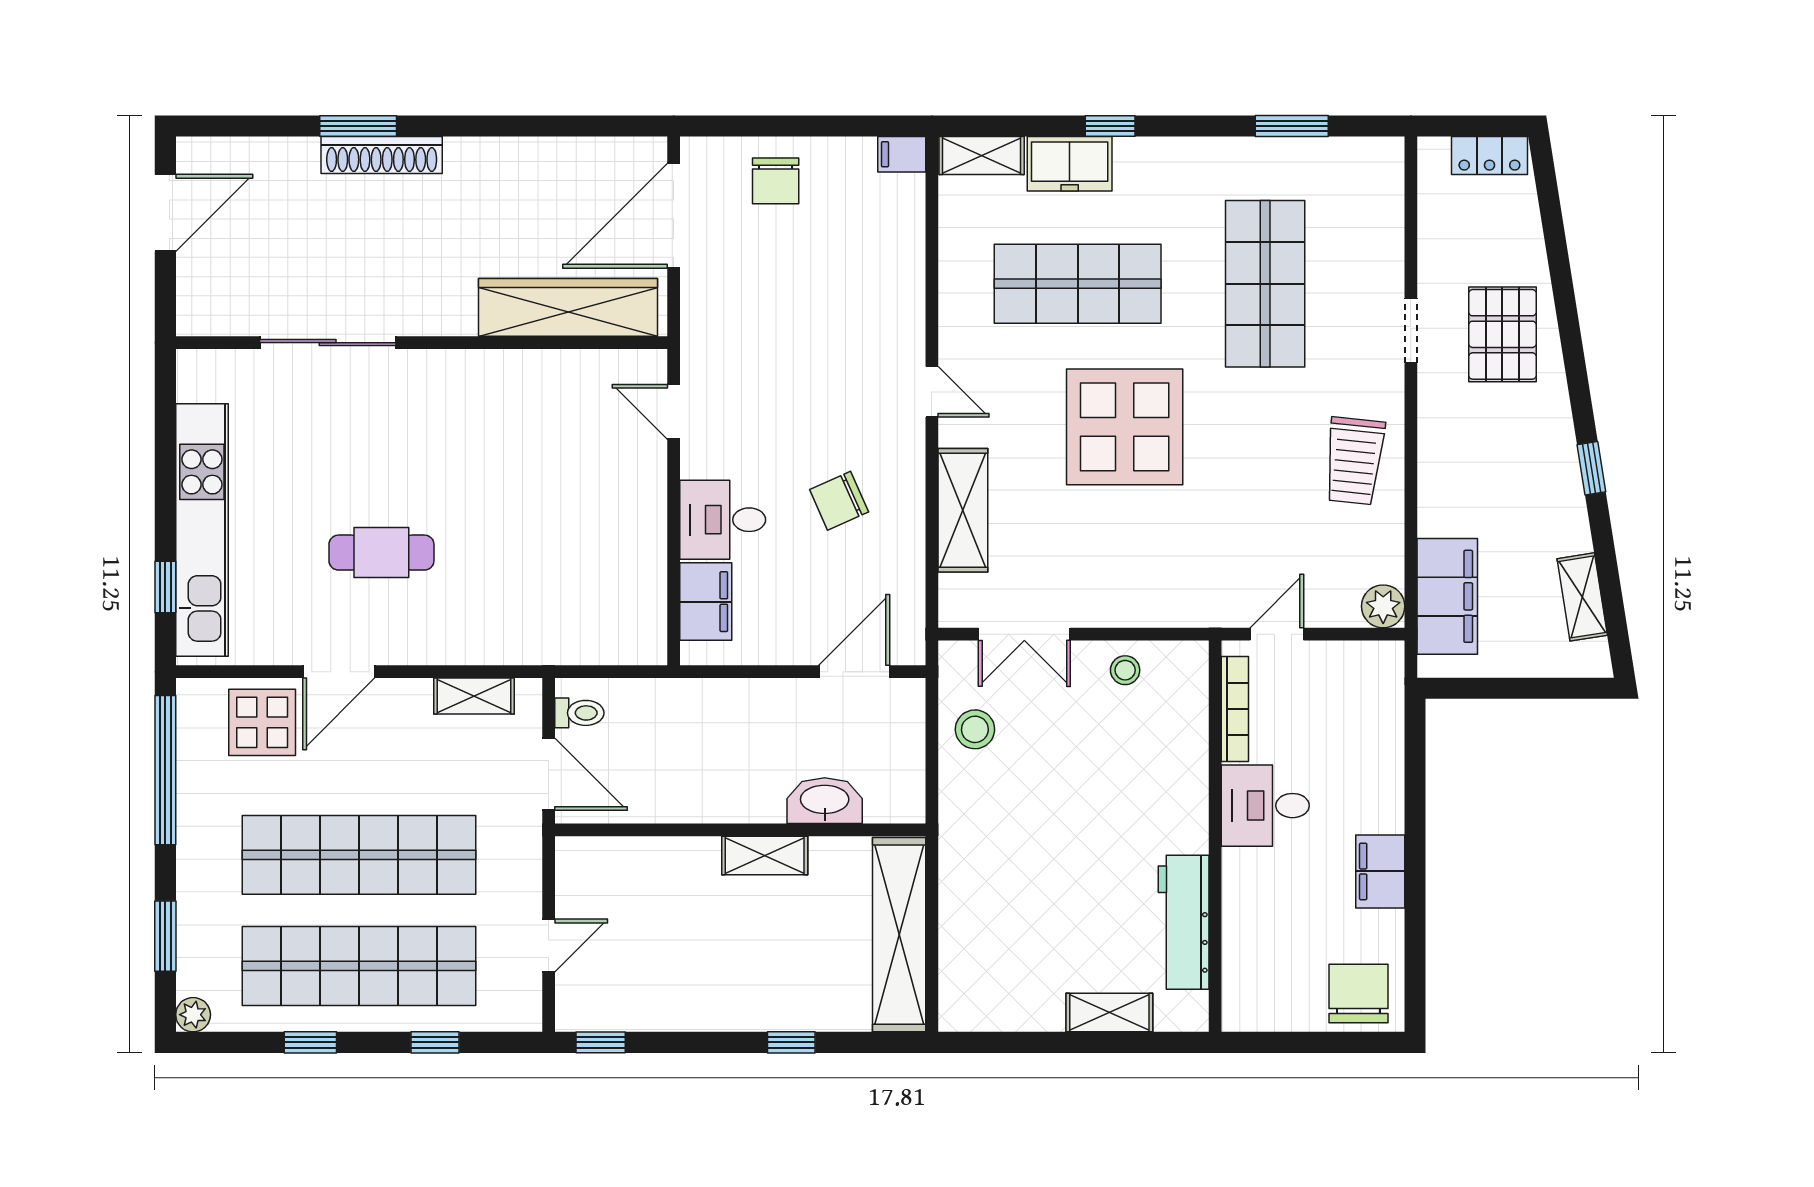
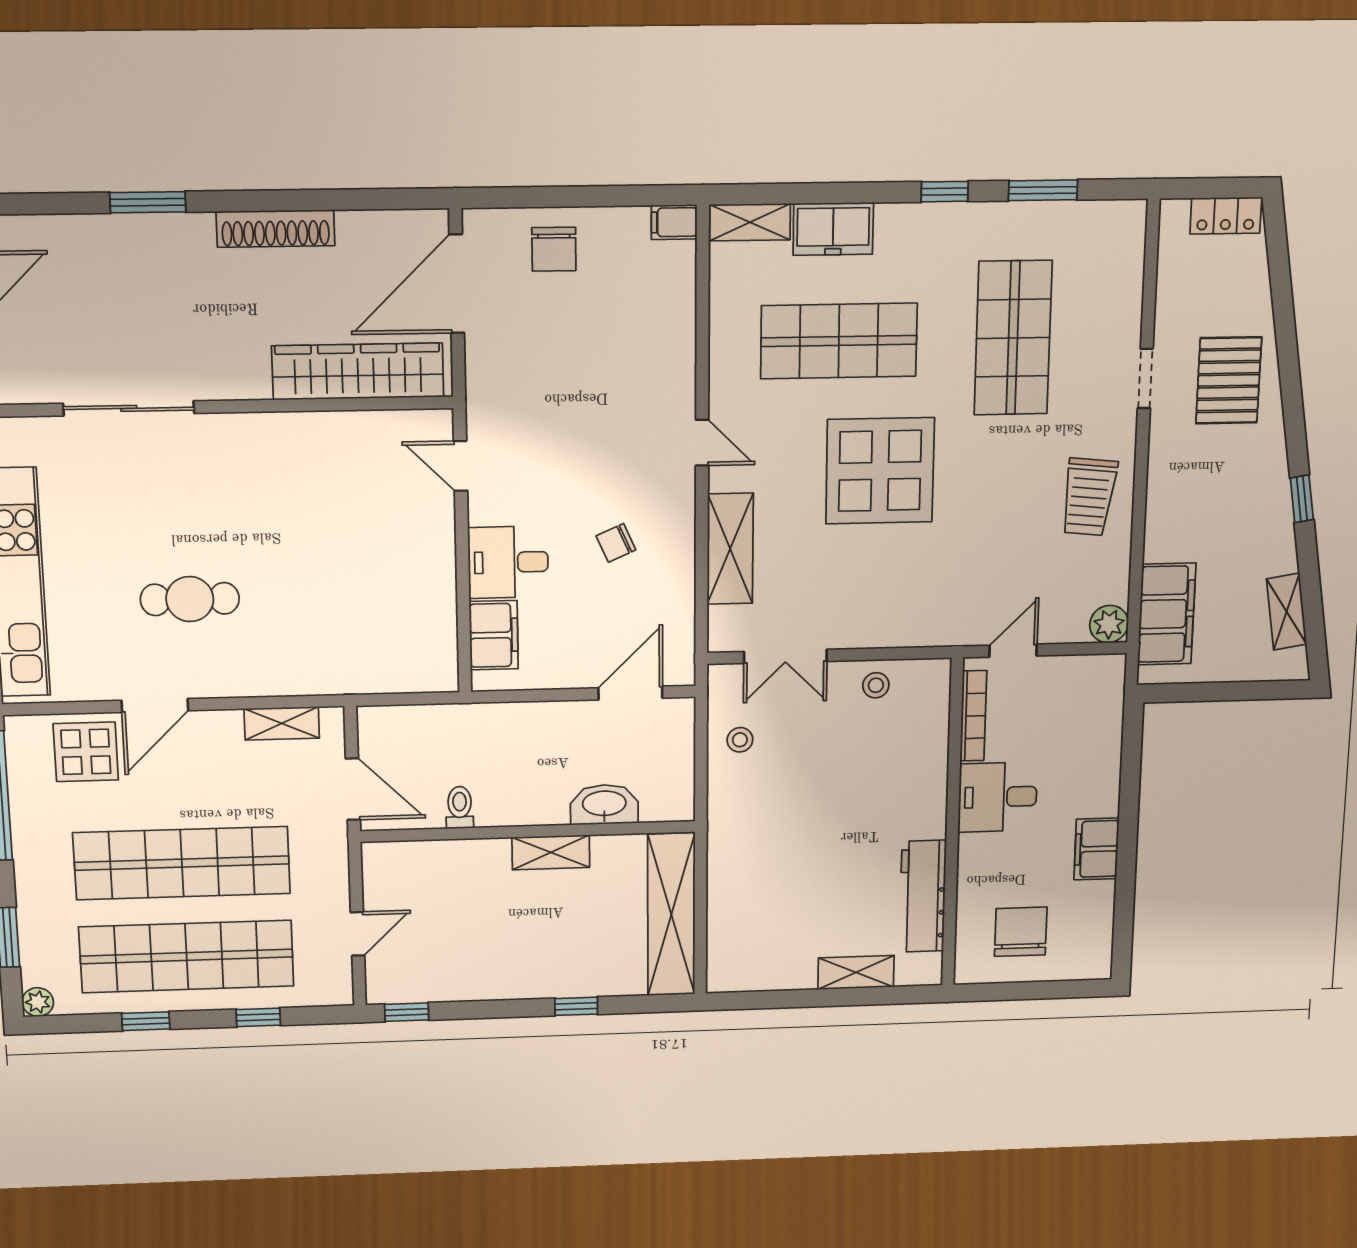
window: (1110, 126) -> (945, 192), moved
shoe rack: (382, 155) -> (276, 229), moved
chair: (839, 501) -> (616, 543), width x0.73, depth x0.73
toilet: (579, 713) -> (460, 807), moved, turned -90
stool: (975, 729) -> (740, 740), width x0.73, depth x0.73
chair: (1359, 993) -> (1021, 932), moved

